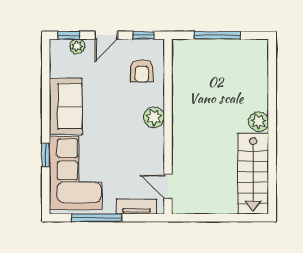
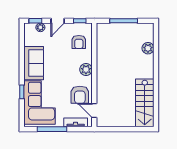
plant: (259, 122) -> (148, 48), moved
armchair: (144, 160) -> (80, 95), added

